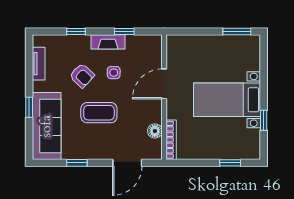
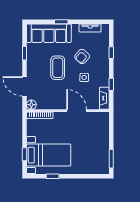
fireplace: (108, 42) -> (104, 98), moved
bed with nightstands: (227, 100) -> (49, 155), moved, turned 90
floor lamp: (155, 131) -> (31, 105), moved

